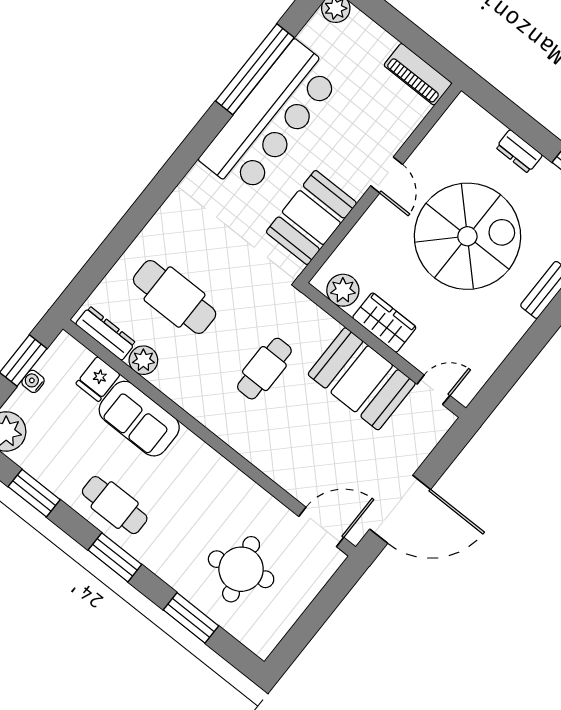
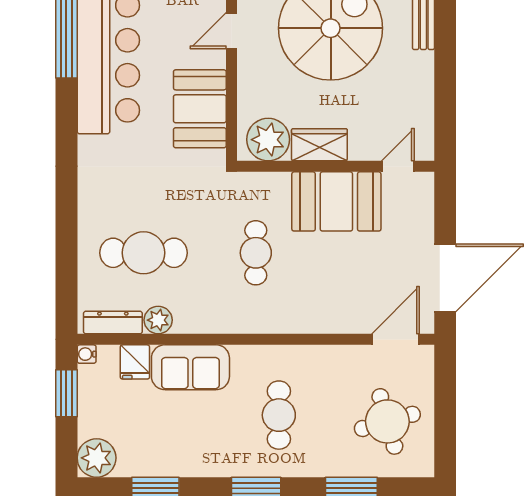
door: (387, 175) -> (231, 31), swing flipped
plant: (343, 290) -> (268, 140), width x1.36, depth x1.36
water cooler: (33, 381) -> (87, 354), moved
cafe table: (115, 505) -> (279, 415), moved, turned 90
round table: (241, 569) -> (387, 421), moved

